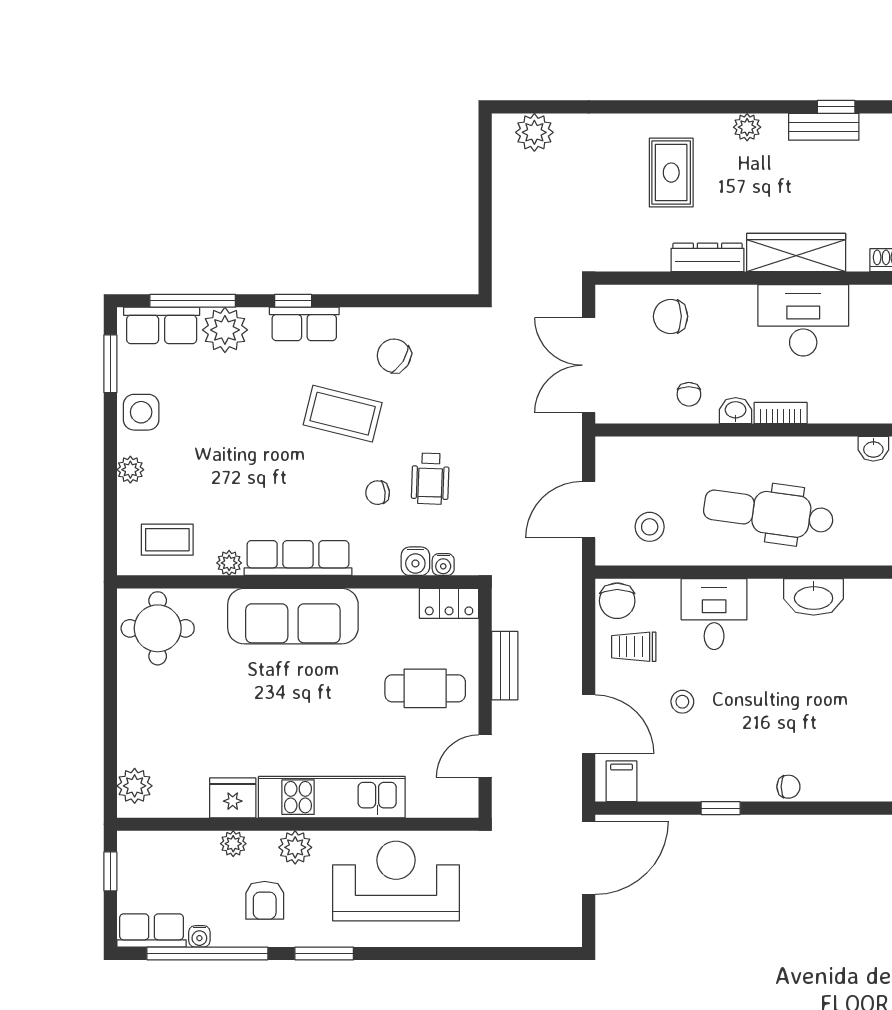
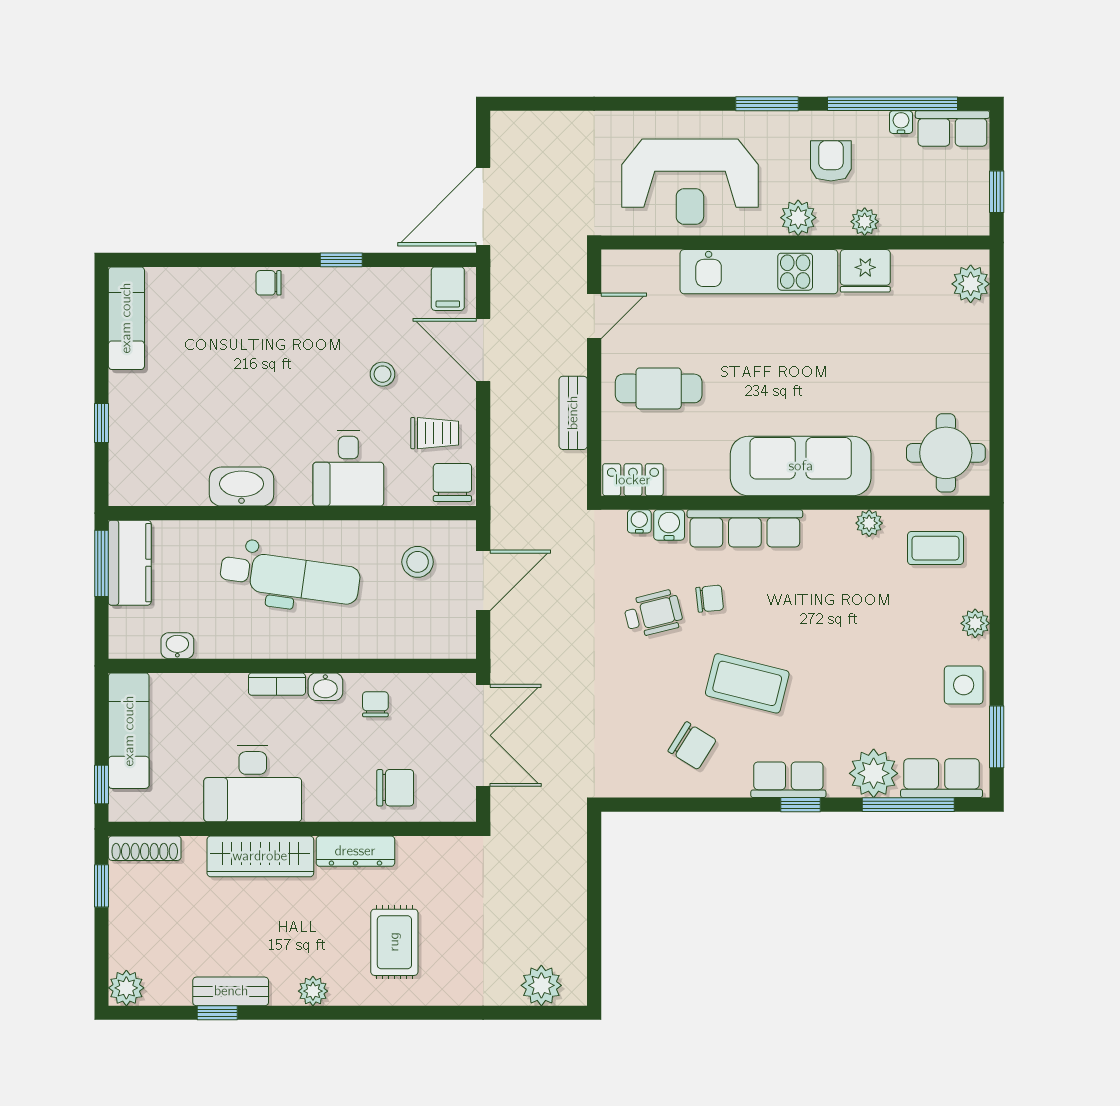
wheelchair: (430, 479) -> (653, 614), turned 74
row of seats: (298, 558) -> (745, 528), moved

